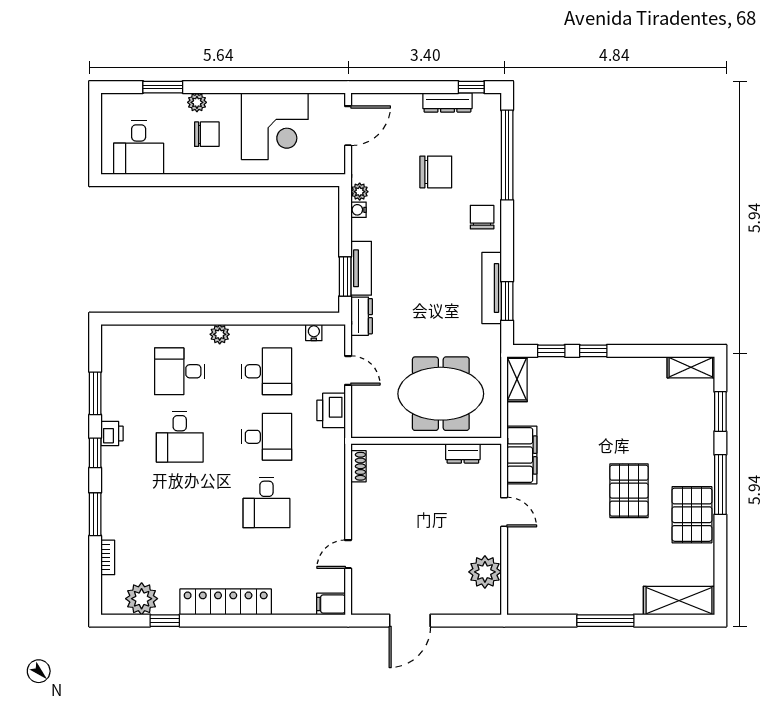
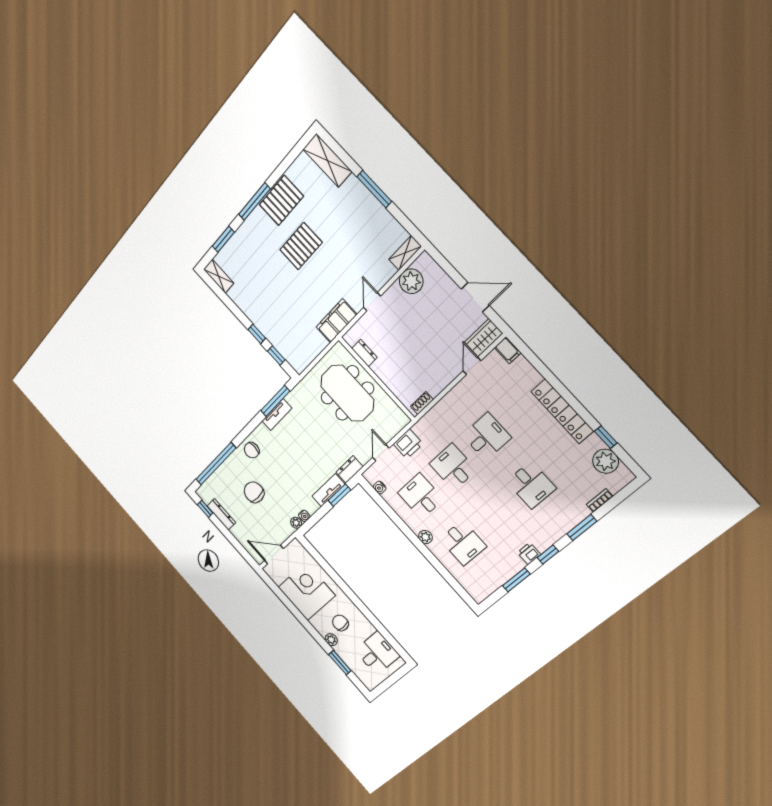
tv unit: (492, 288) -> (277, 415), width x0.71
window: (507, 301) -> (275, 401), width x1.44
shelving: (517, 379) -> (405, 253), moved
desk: (180, 437) -> (531, 485), moved, turned 90
door: (348, 554) -> (472, 366), swing flipped
wardrobe: (364, 592) -> (484, 338), added

